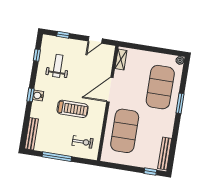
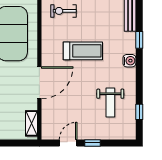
window: (63, 35) -> (93, 143), moved
window: (30, 95) -> (139, 40), moved
treadmill: (73, 109) -> (83, 51), turned 180

